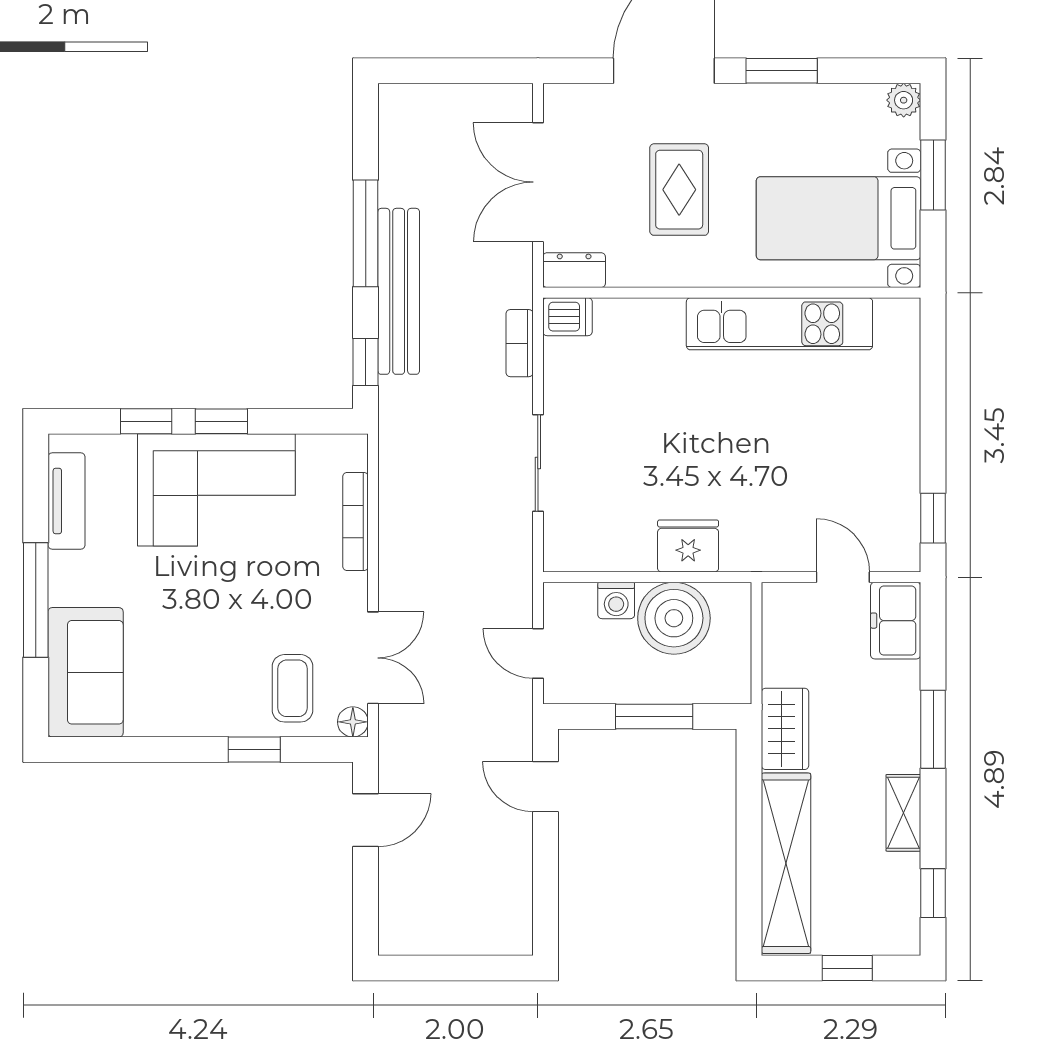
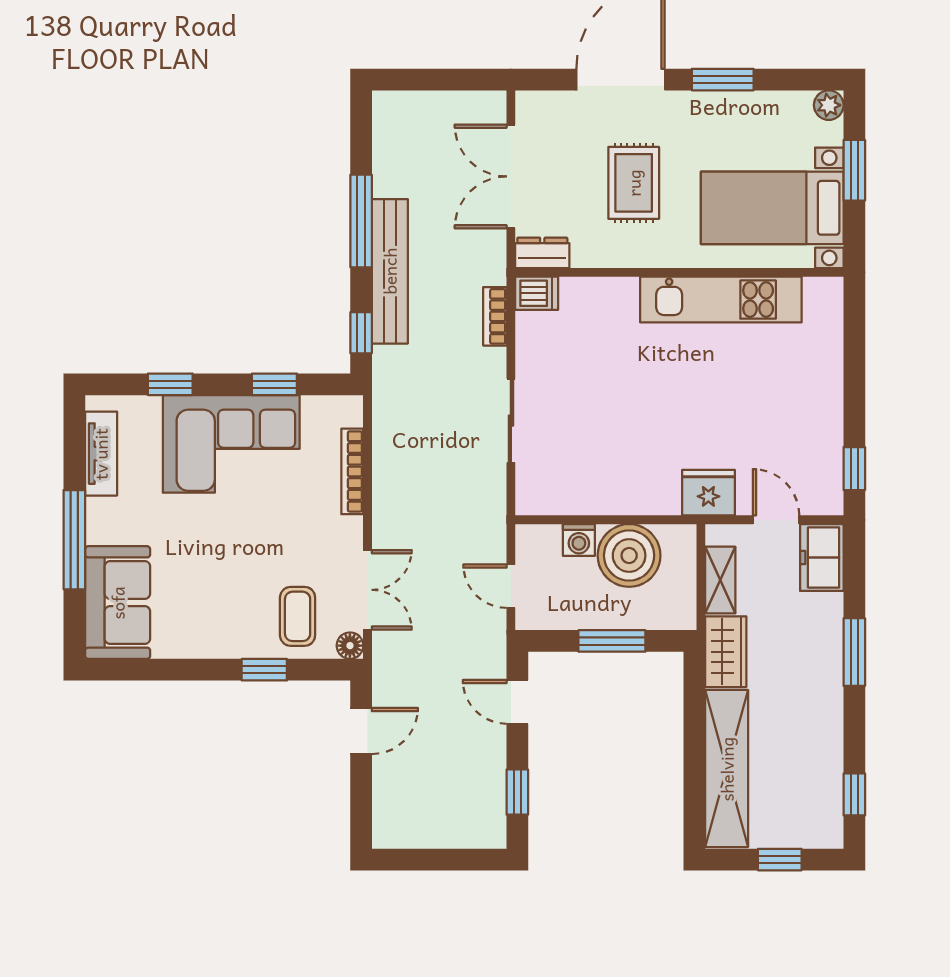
window: (221, 421) -> (274, 384), moved
fridge: (688, 546) -> (708, 493), moved
shelving: (903, 813) -> (720, 580), moved
window: (545, 890) -> (517, 792), added

